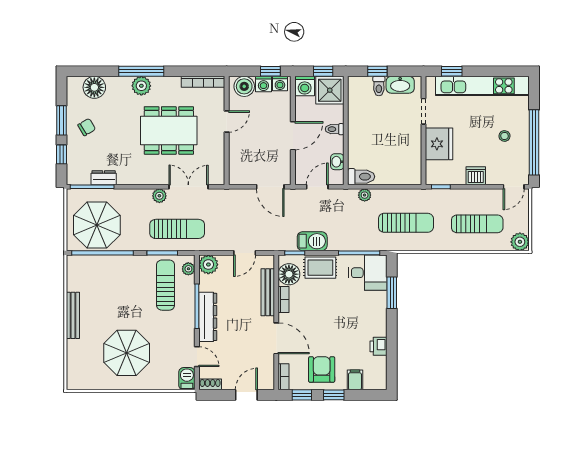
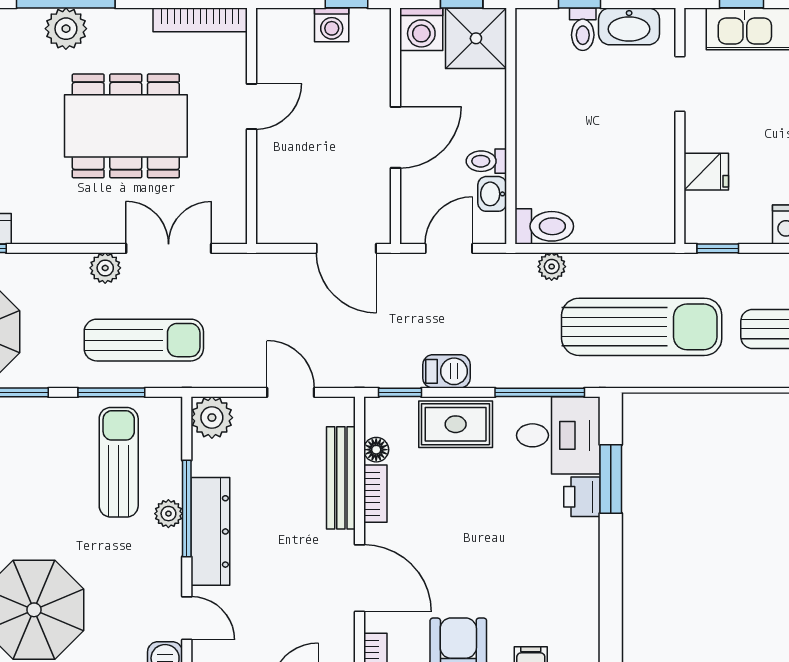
washing machine: (280, 84) -> (368, 24), removed
boiler: (244, 86) -> (290, 30), removed
toilet: (335, 129) -> (486, 161), moved
fridge: (439, 144) -> (706, 172), width x0.53, depth x0.75
sun lounger: (406, 223) -> (642, 327), width x1.36, depth x1.34
barbecue: (312, 241) -> (446, 371), width x0.73, depth x0.79
door: (245, 253) -> (291, 392), swing flipped
plant: (188, 269) -> (168, 514), moved
floor lamp: (289, 274) -> (376, 450), width x0.53, depth x0.53
printer: (378, 346) -> (582, 497), moved

